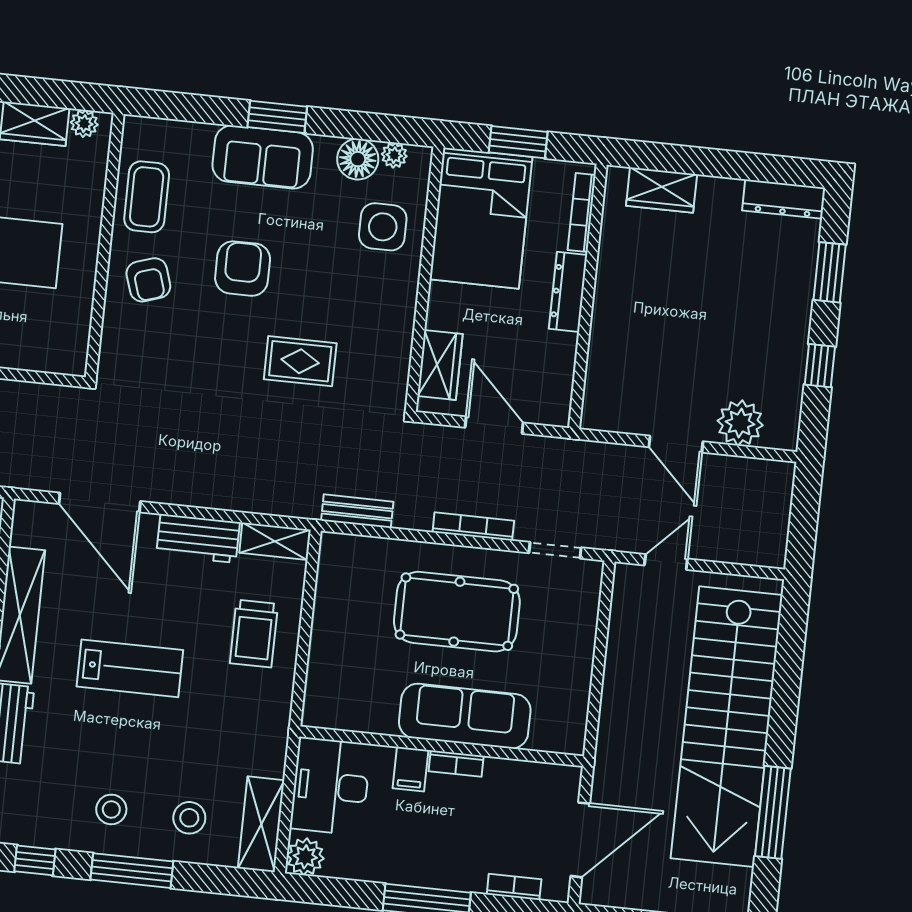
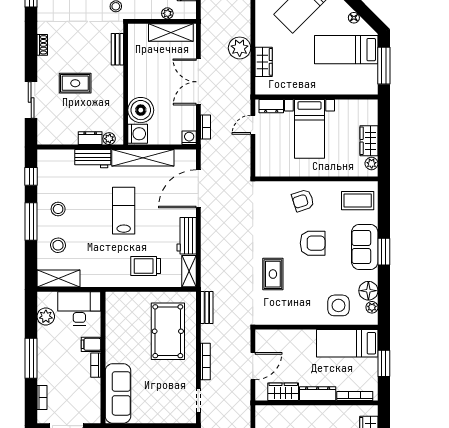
coffee table: (147, 197) -> (358, 201), moved
bed: (481, 218) -> (347, 343), width x0.67
wardrobe: (440, 365) -> (283, 392), moved, turned 180
pool table: (457, 612) -> (168, 331), moved
lab bench: (130, 668) -> (124, 211), turned 180
sofa: (465, 716) -> (118, 393), moved
plant: (305, 857) -> (46, 316), moved

